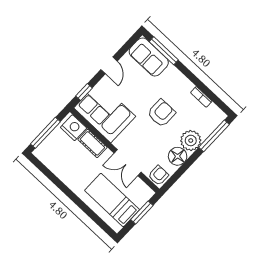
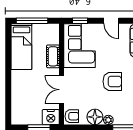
door: (109, 65) -> (111, 21), hinge flipped
nightstand: (74, 128) -> (51, 117), moved, turned 90
plant: (191, 141) -> (108, 120), width x0.53, depth x0.53
bed: (112, 200) -> (21, 47), moved, turned 180

